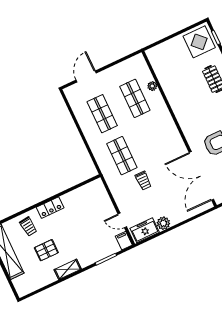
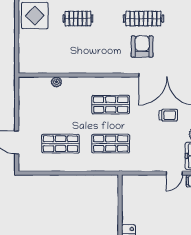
shop shelf: (135, 98) -> (111, 105), moved
trolley: (143, 181) -> (168, 115), moved

